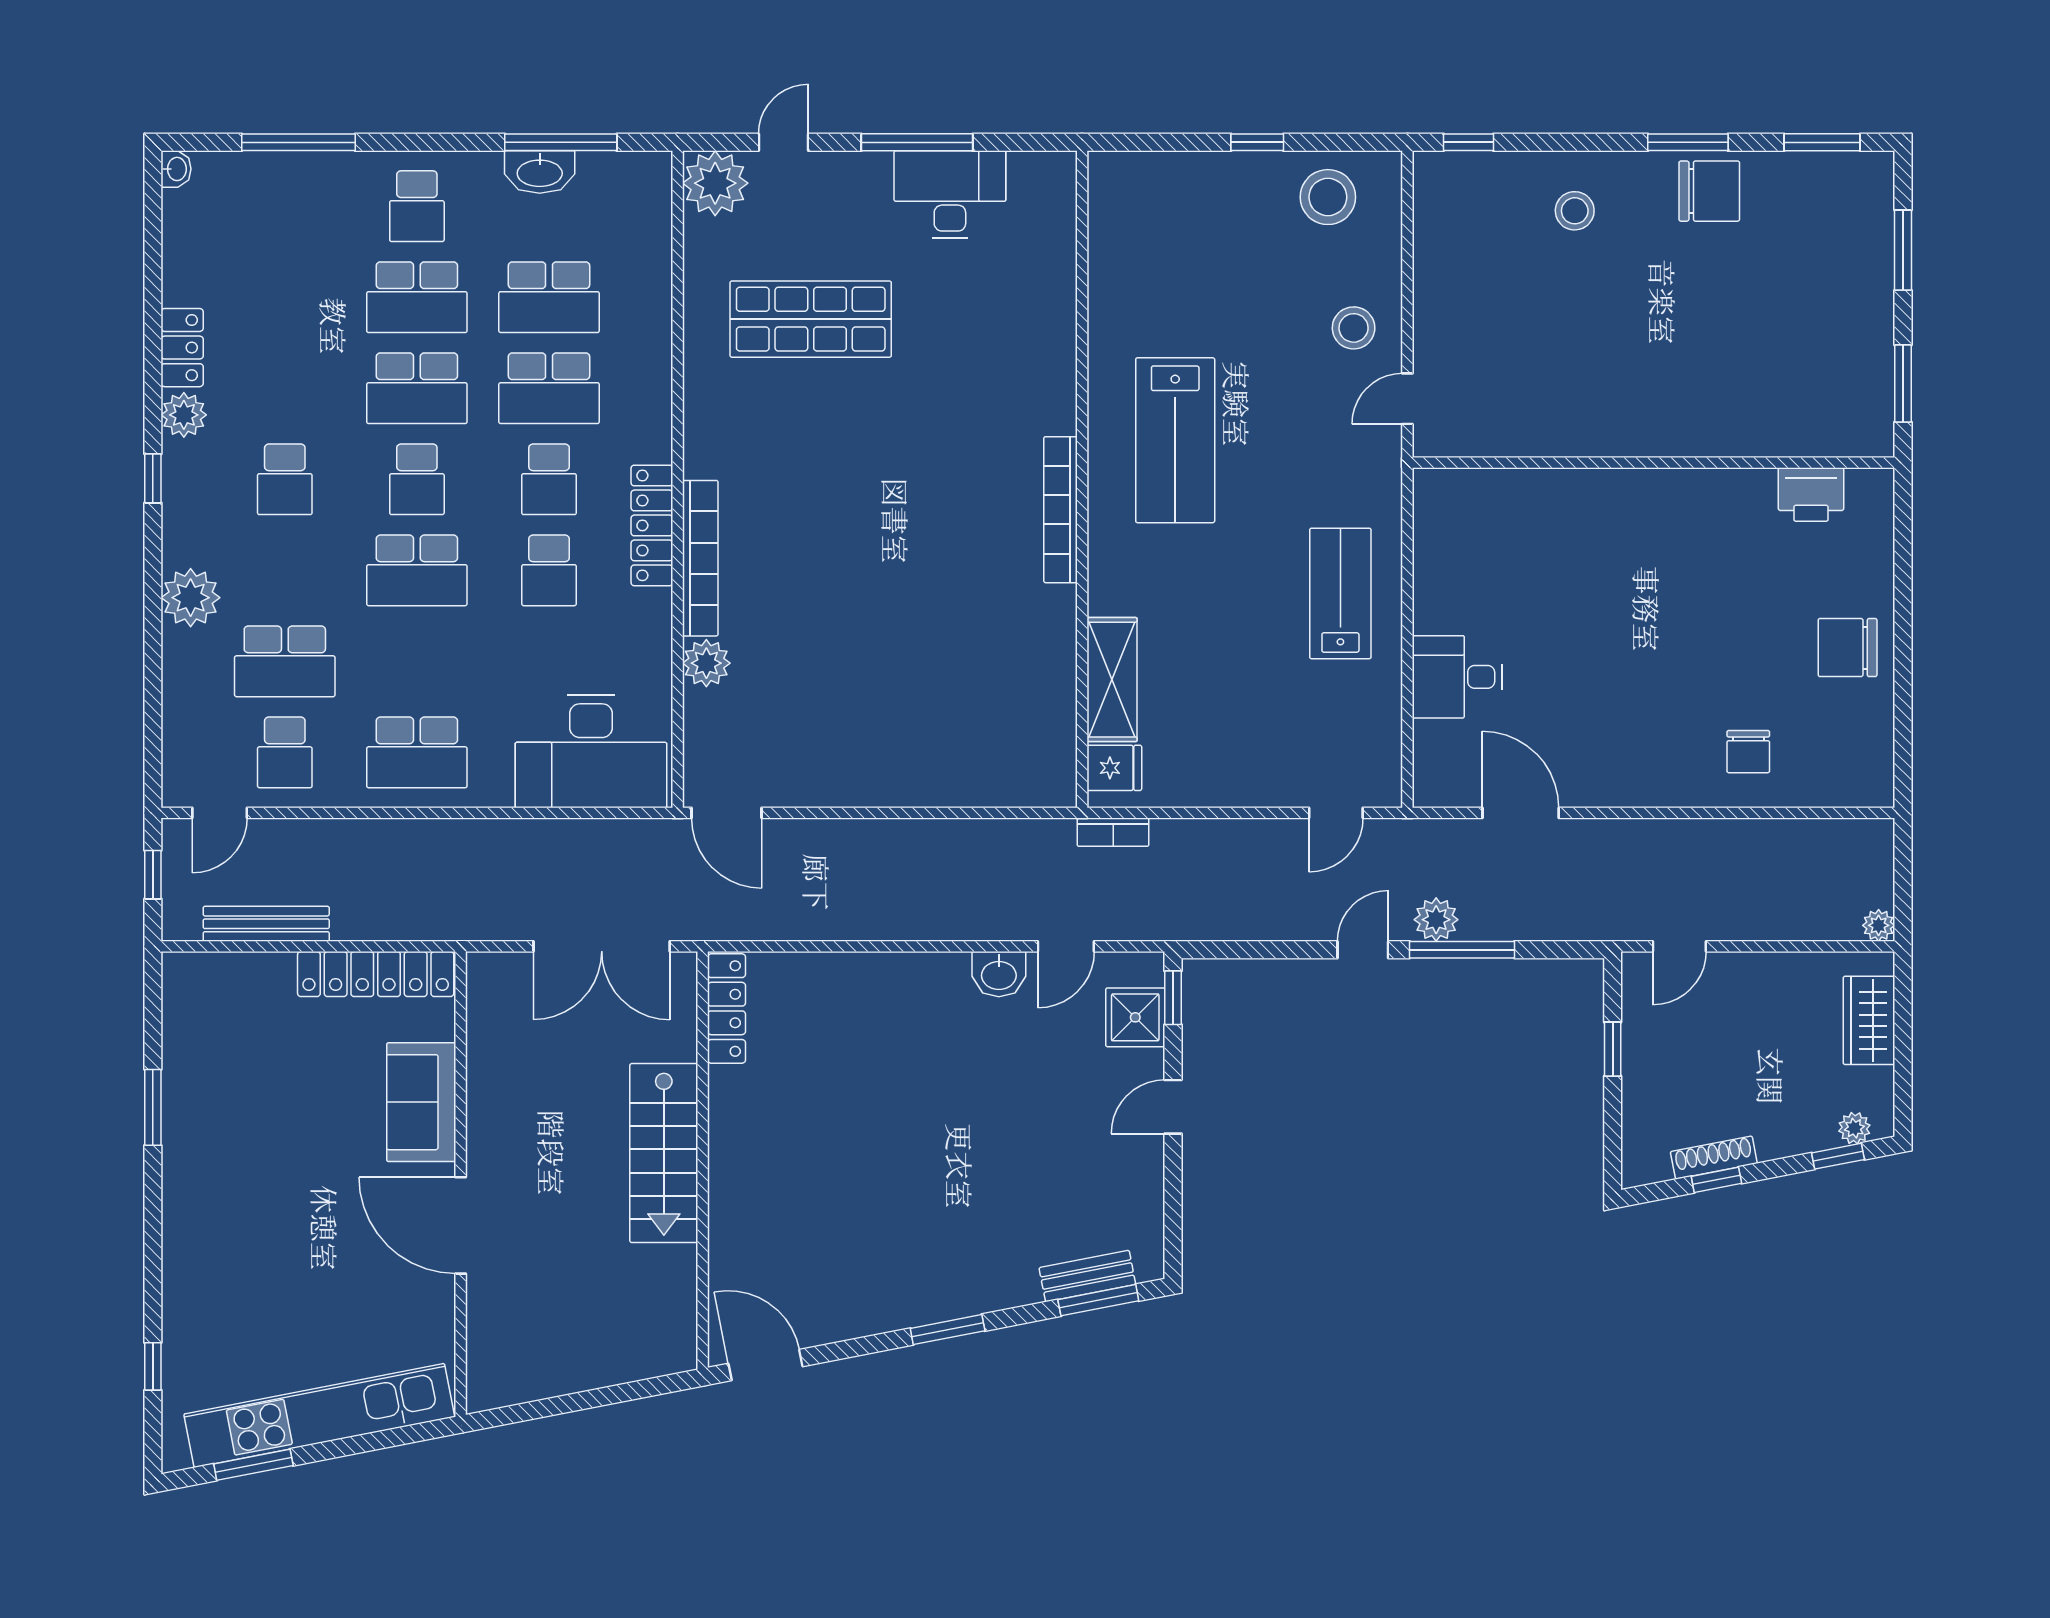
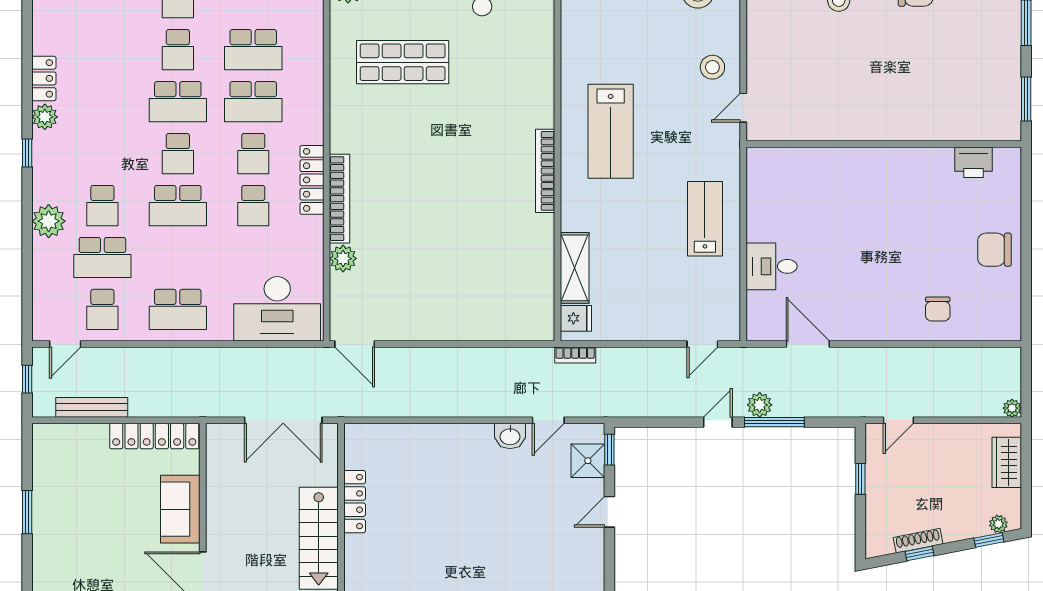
school desk: (417, 297) -> (178, 50), width x0.54
school desk: (285, 479) -> (102, 206), moved
locker: (727, 1009) -> (355, 502), moved

